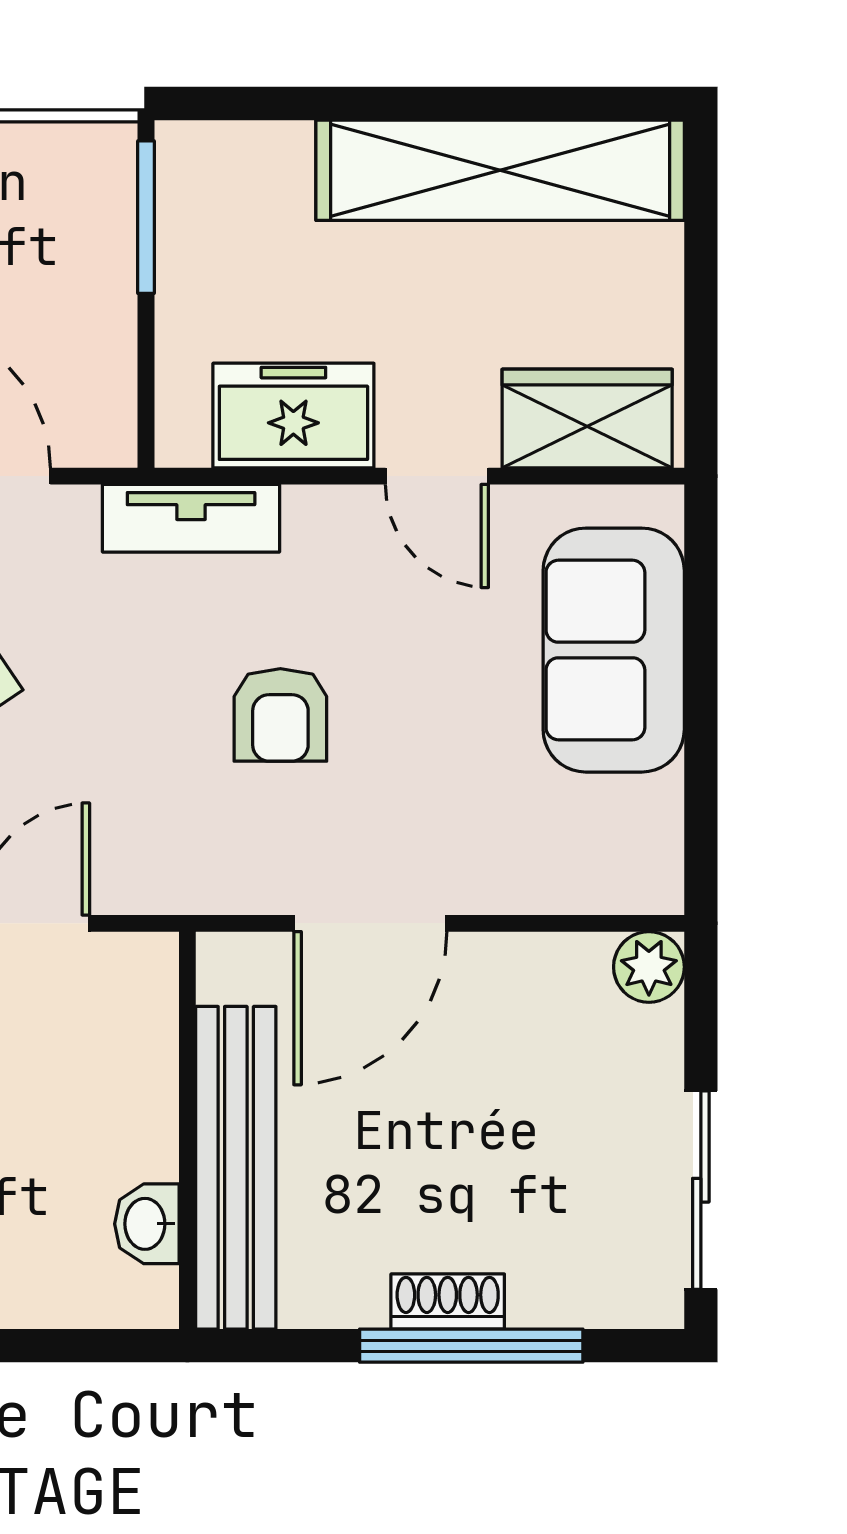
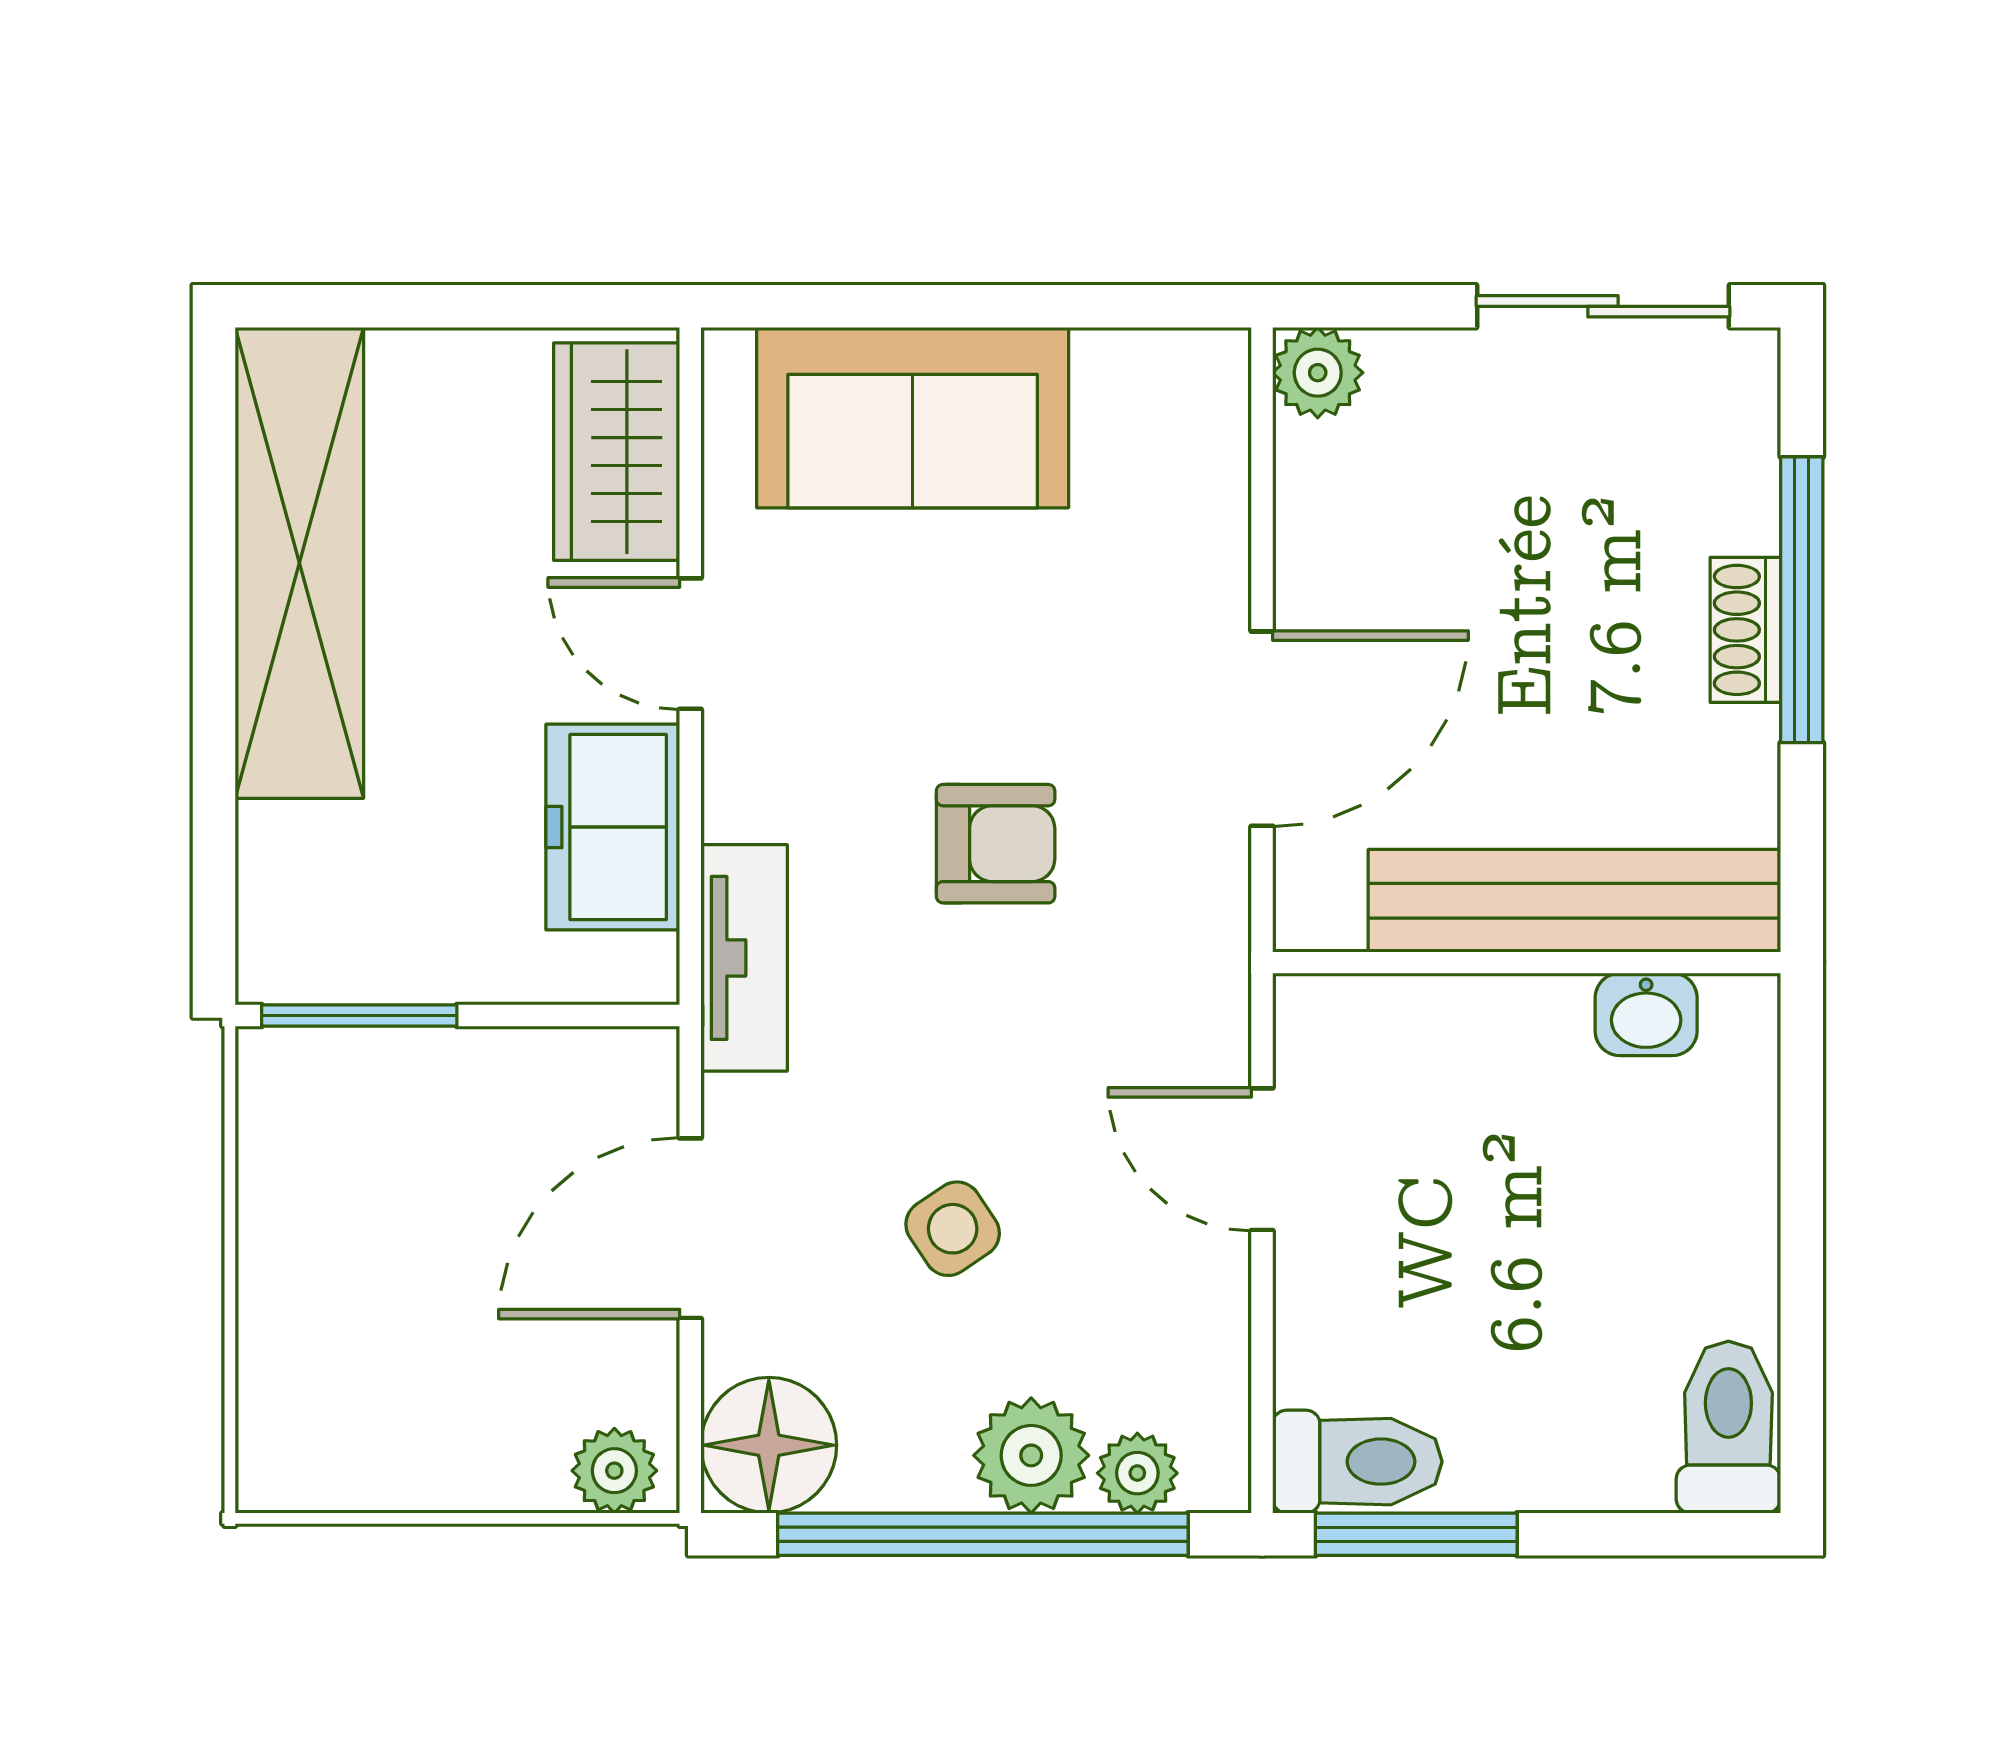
door: (437, 476) -> (690, 644), swing flipped
door: (370, 923) -> (1262, 729), hinge flipped

